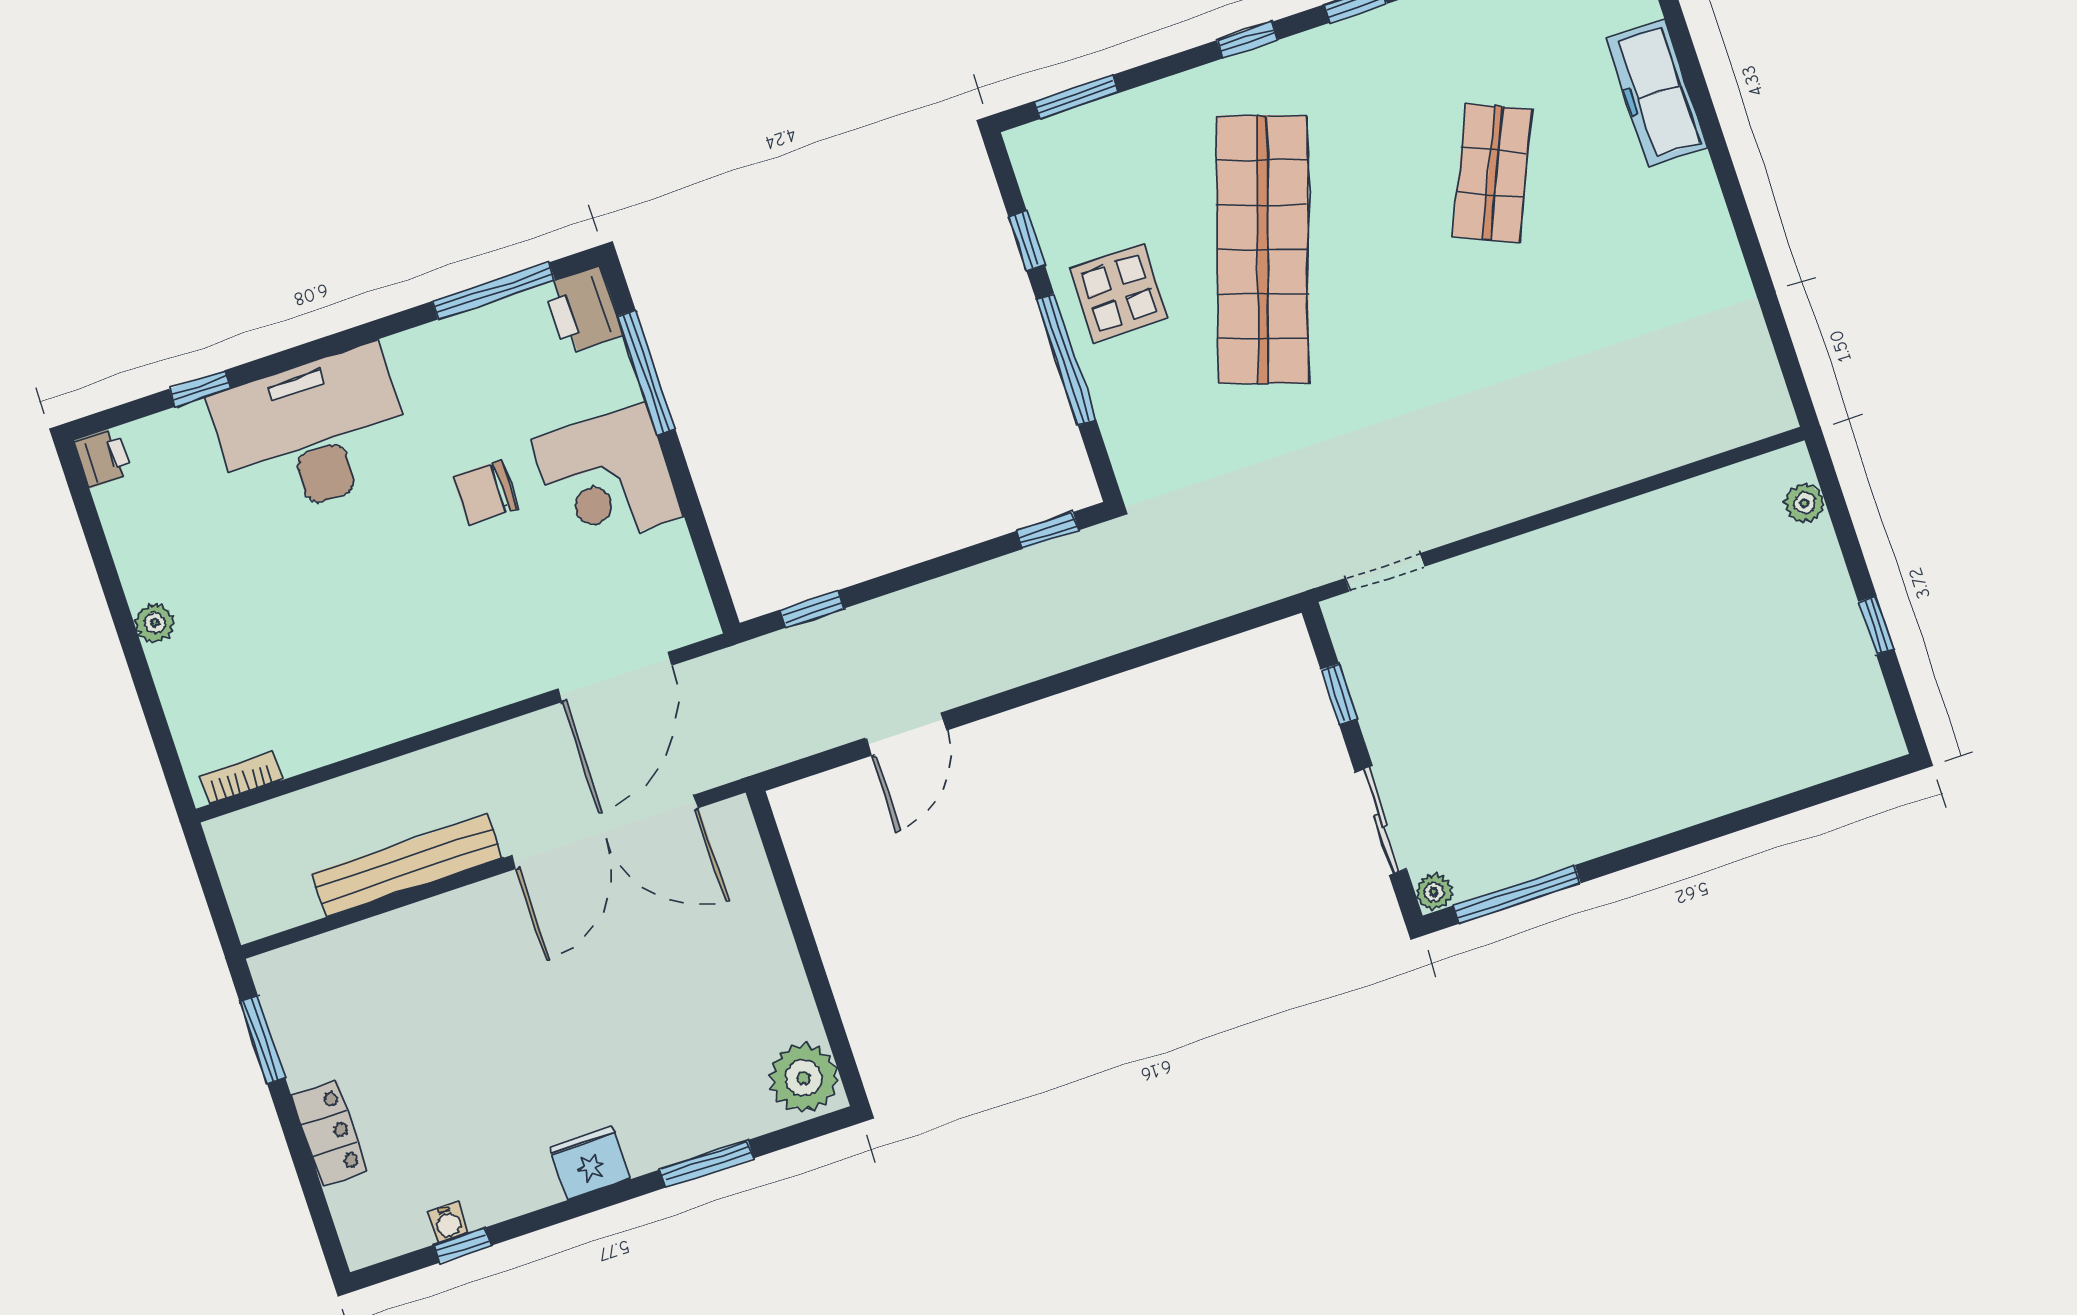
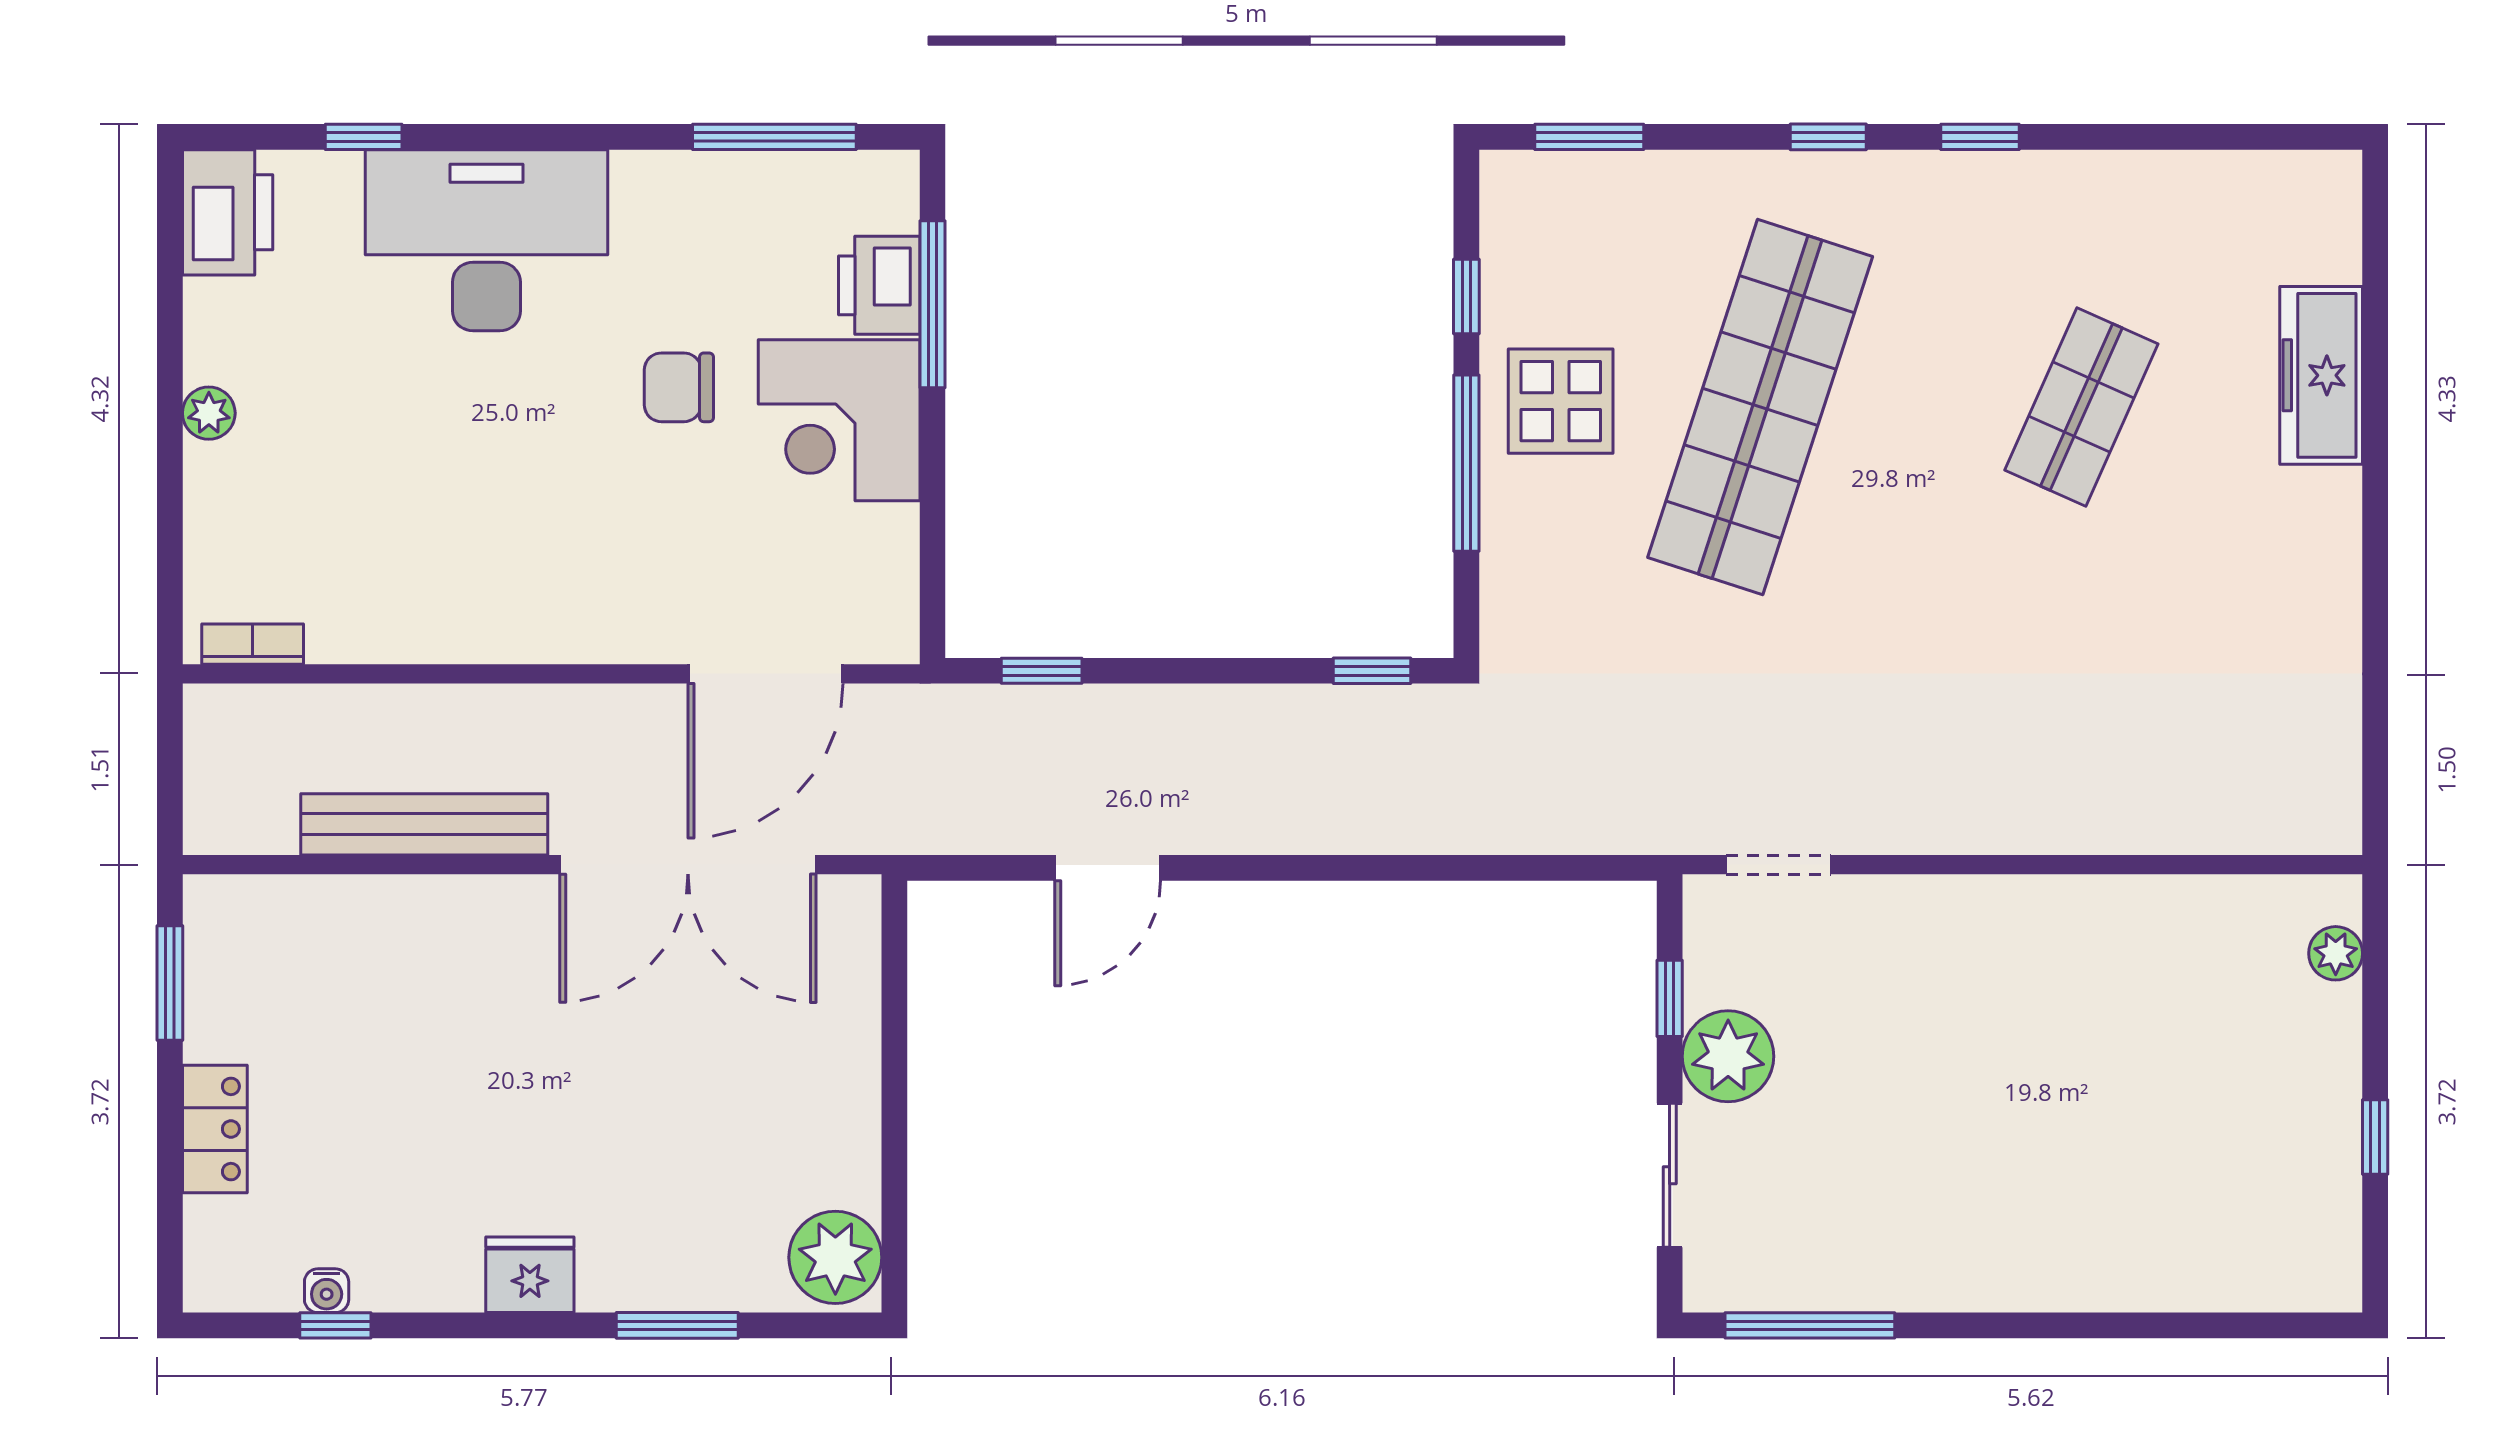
printer: (583, 310) -> (879, 285), moved
printer: (103, 457) -> (228, 212), width x1.87, depth x1.48
plant: (1434, 892) -> (1728, 1056), moved, width x1.88, depth x1.88

